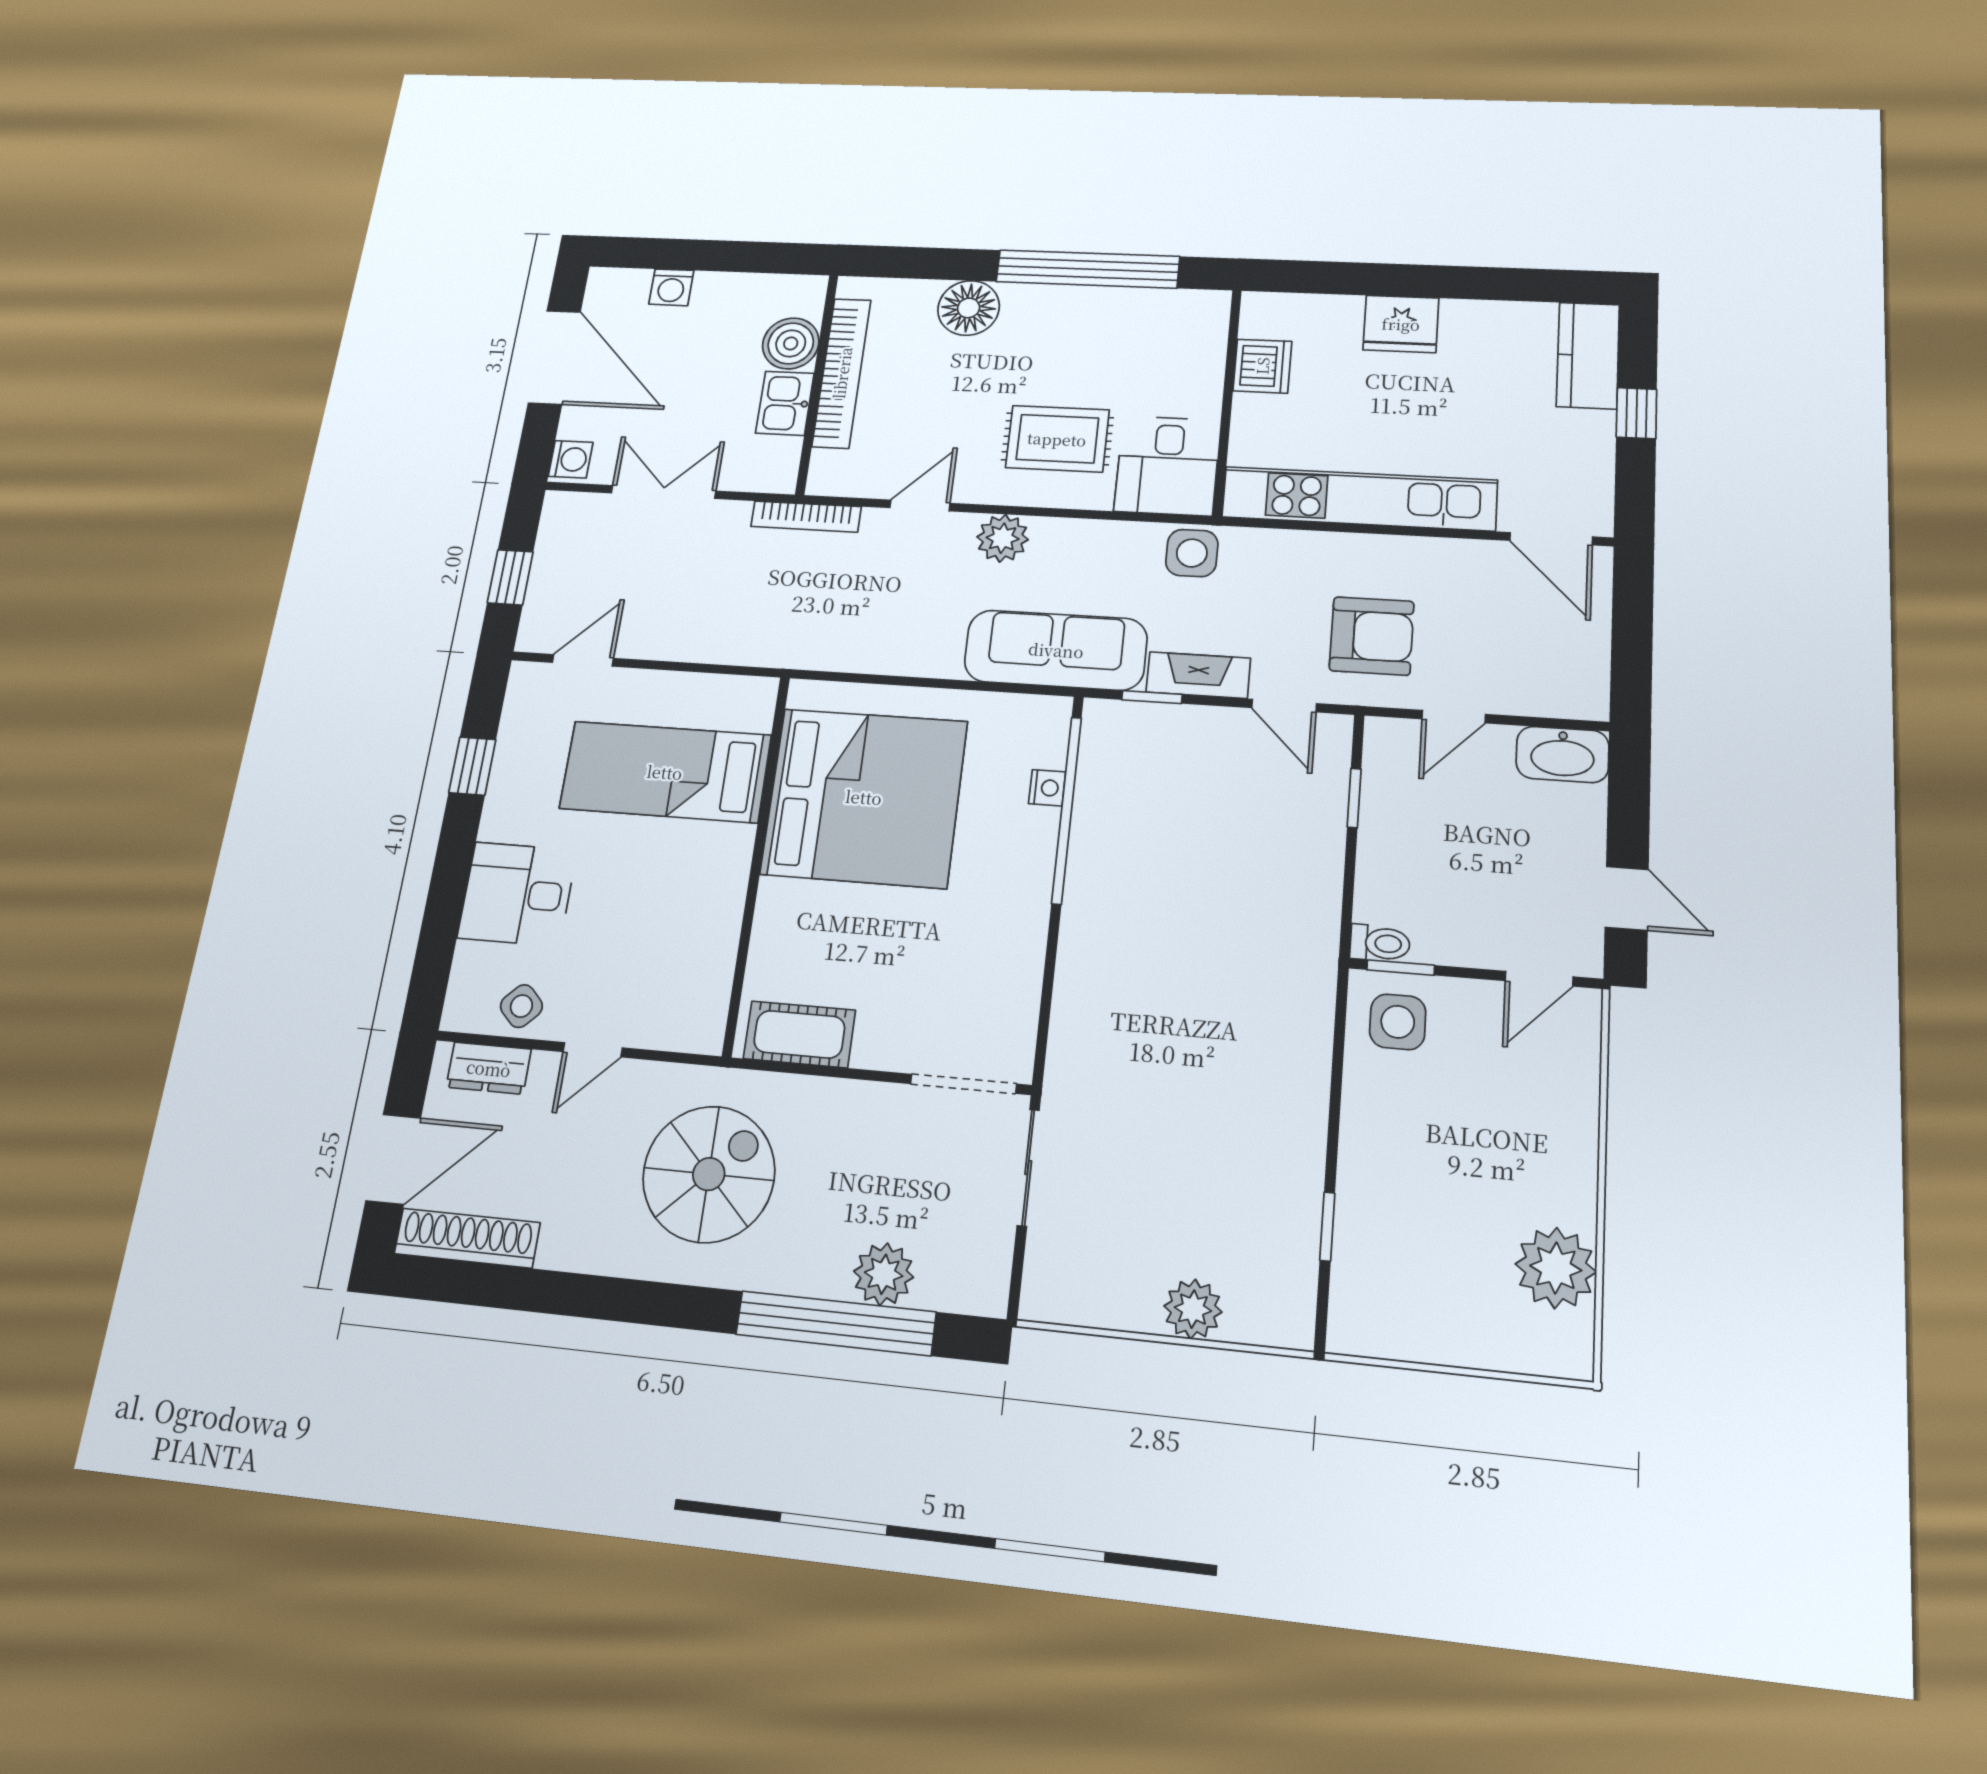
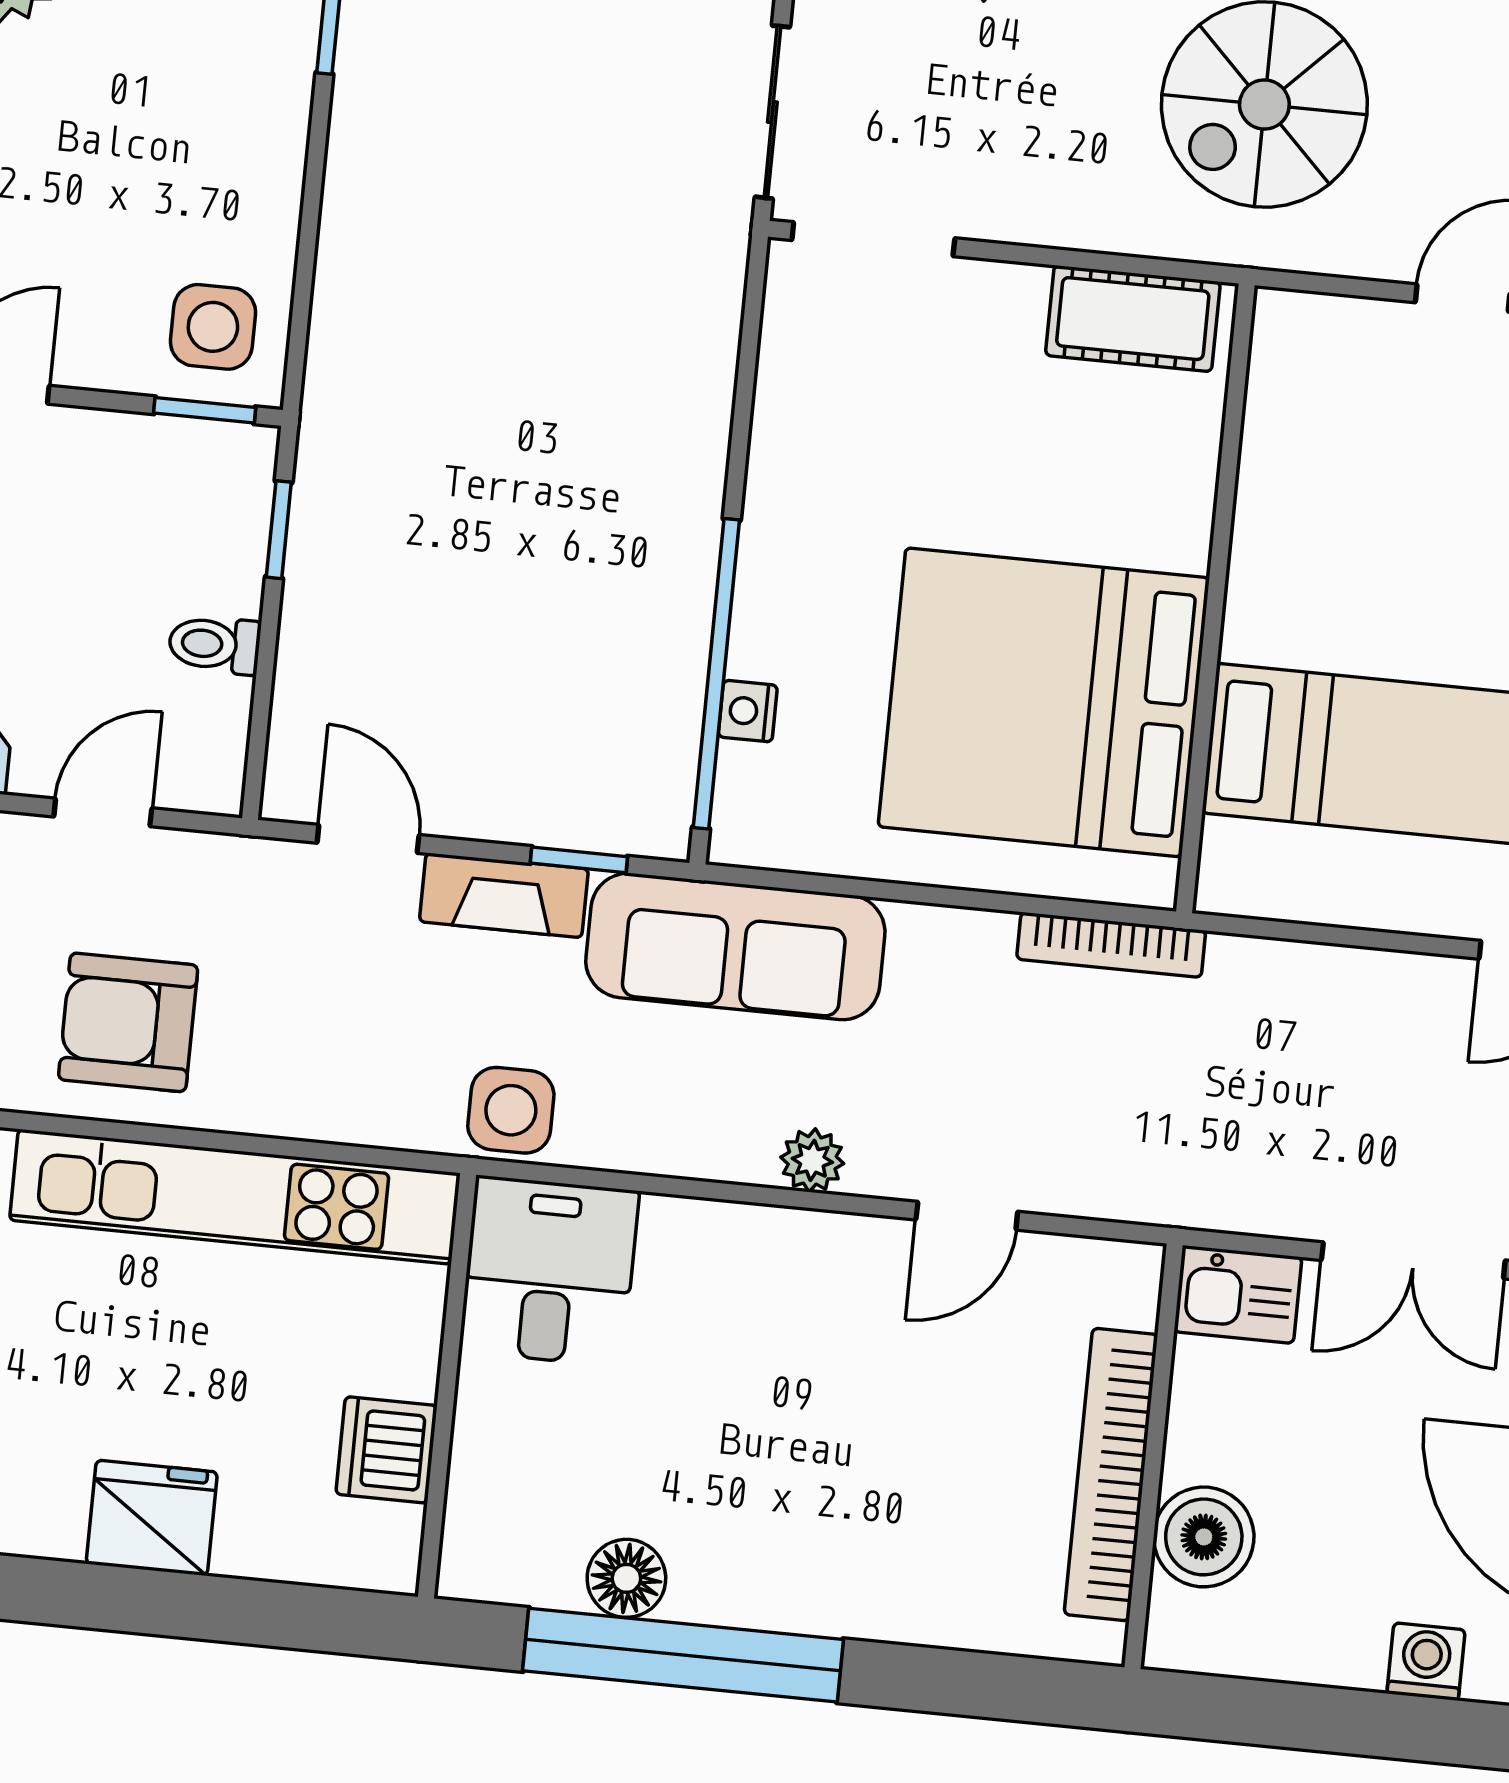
floor lamp: (969, 308) -> (626, 1578), moved, width x0.73, depth x0.73
kitchen sink: (785, 403) -> (1238, 1294), moved, turned 90
rug: (1057, 439) -> (734, 1330), removed
bookcase: (806, 517) -> (1111, 945), moved, turned 180
plant: (1003, 538) -> (812, 1160), width x0.73, depth x0.73
armchair: (1372, 636) -> (128, 1022), moved
window: (1354, 798) -> (279, 530), moved
toilet: (1380, 943) -> (215, 645), moved

